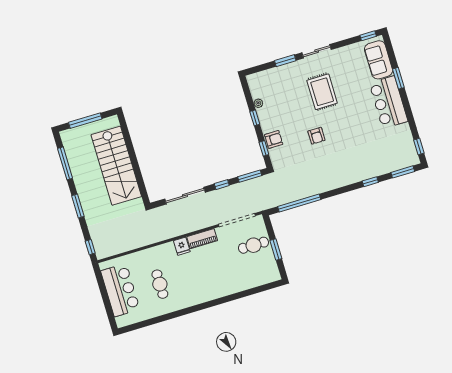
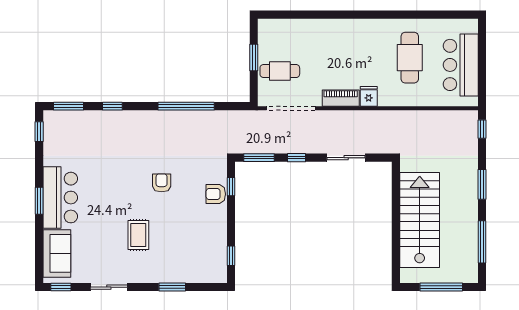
sliding door: (317, 51) -> (109, 287), moved
window: (398, 78) -> (39, 201), moved
rug: (322, 92) -> (138, 235), width x0.73, depth x0.70
plant: (258, 103) -> (221, 244), removed
window: (255, 118) -> (231, 256), moved
sliding door: (185, 196) -> (346, 158), width x0.73
window: (299, 203) -> (186, 106), moved
cafe table: (160, 284) -> (410, 58), width x1.37, depth x1.35

